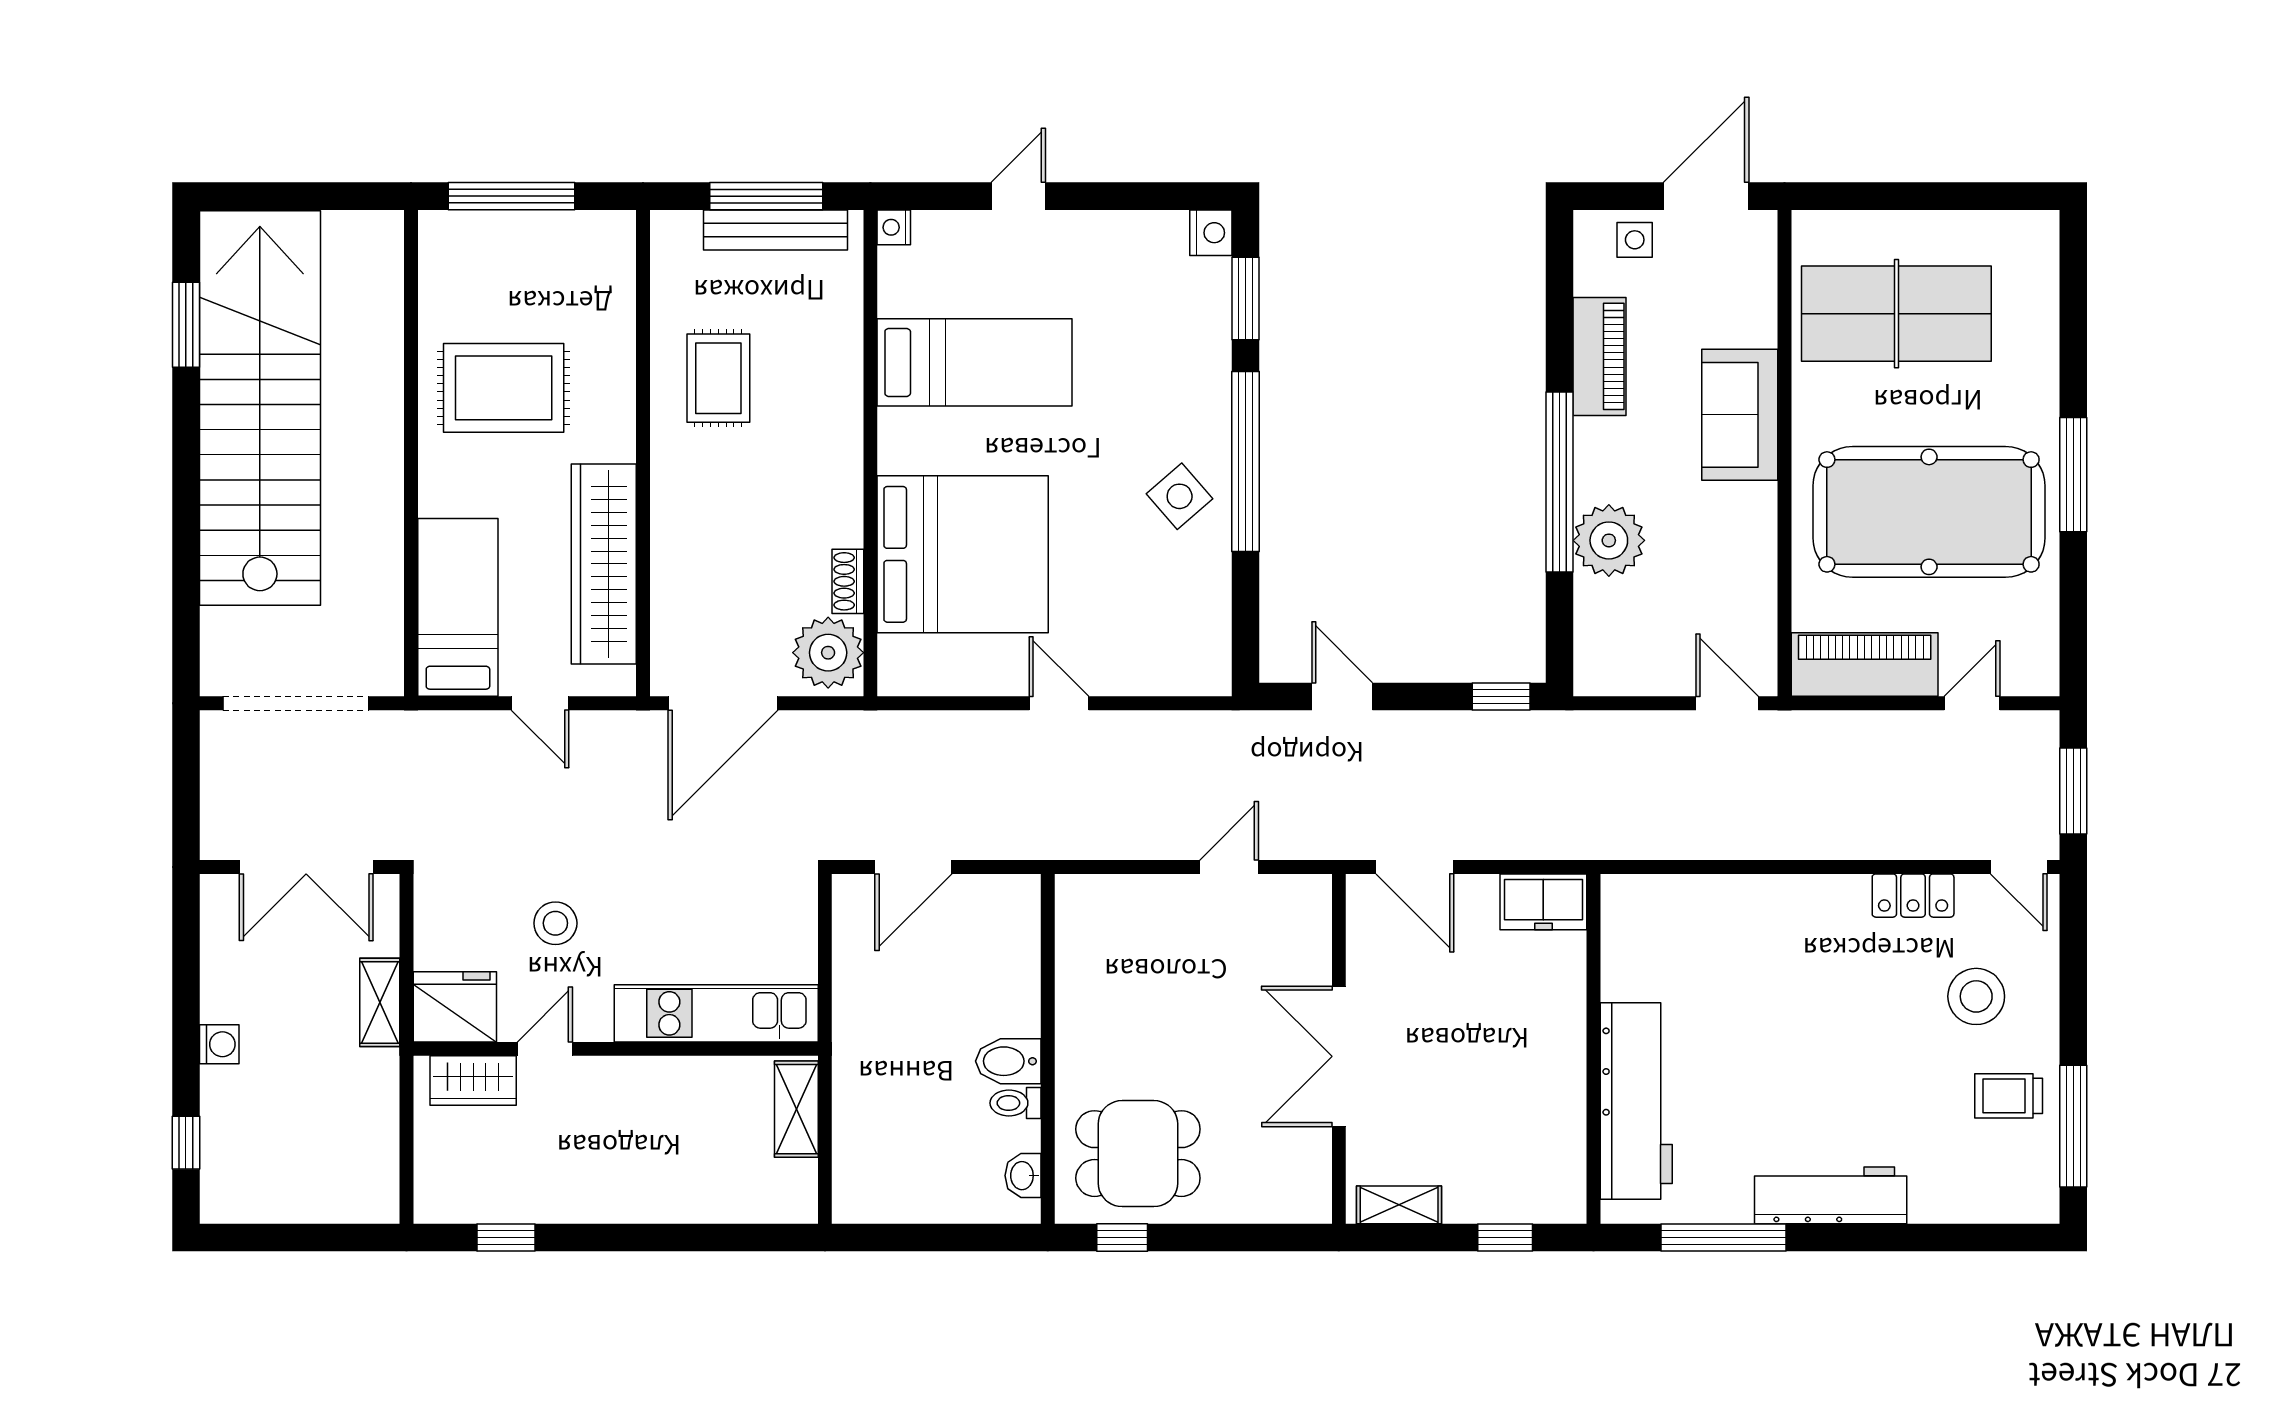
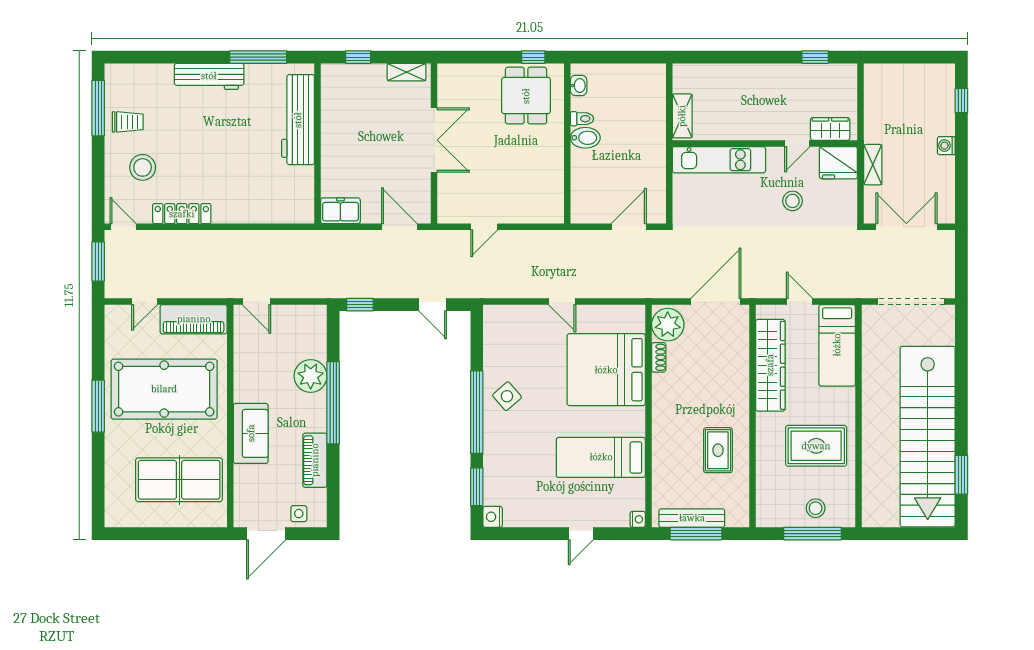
stool: (505, 251) -> (816, 508), added
locker: (1913, 896) -> (182, 214), width x1.53
dining table: (1138, 1154) -> (526, 96), turned 90

